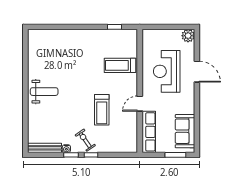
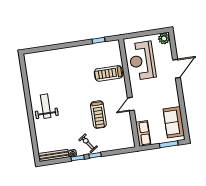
reception desk: (167, 71) -> (142, 61), moved
door: (197, 72) -> (176, 69), hinge flipped
weight bench: (44, 92) -> (46, 106), turned -90
row of seats: (149, 132) -> (143, 134), width x0.68

